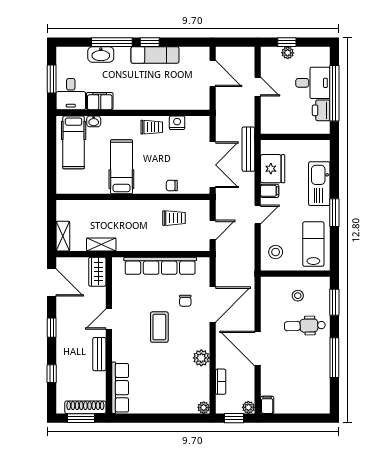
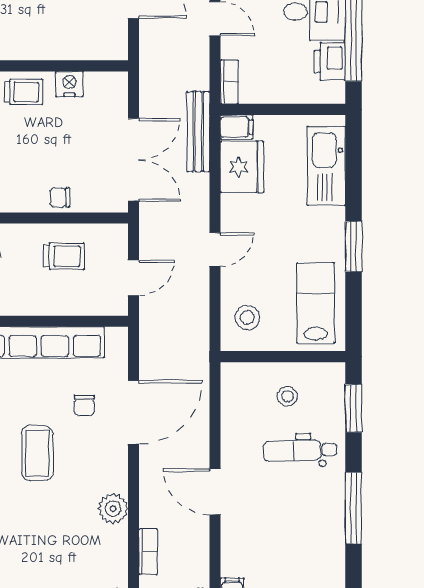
bookcase: (266, 122) -> (229, 82), added
kitchen sink: (319, 184) -> (326, 166), moved
filing cabinet: (270, 191) -> (237, 127), moved
door: (258, 349) -> (215, 492), width x0.73

